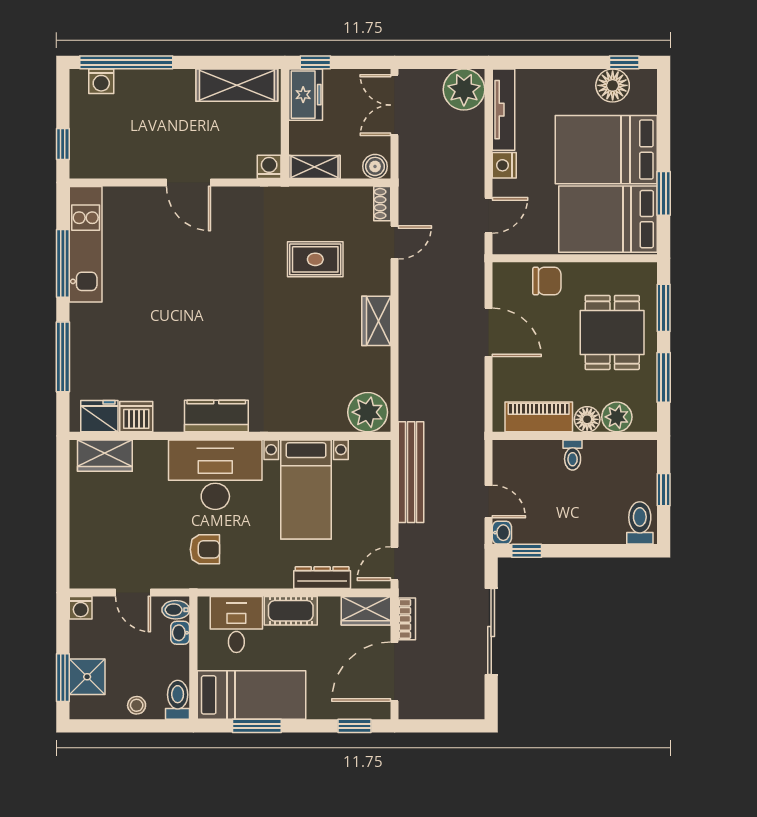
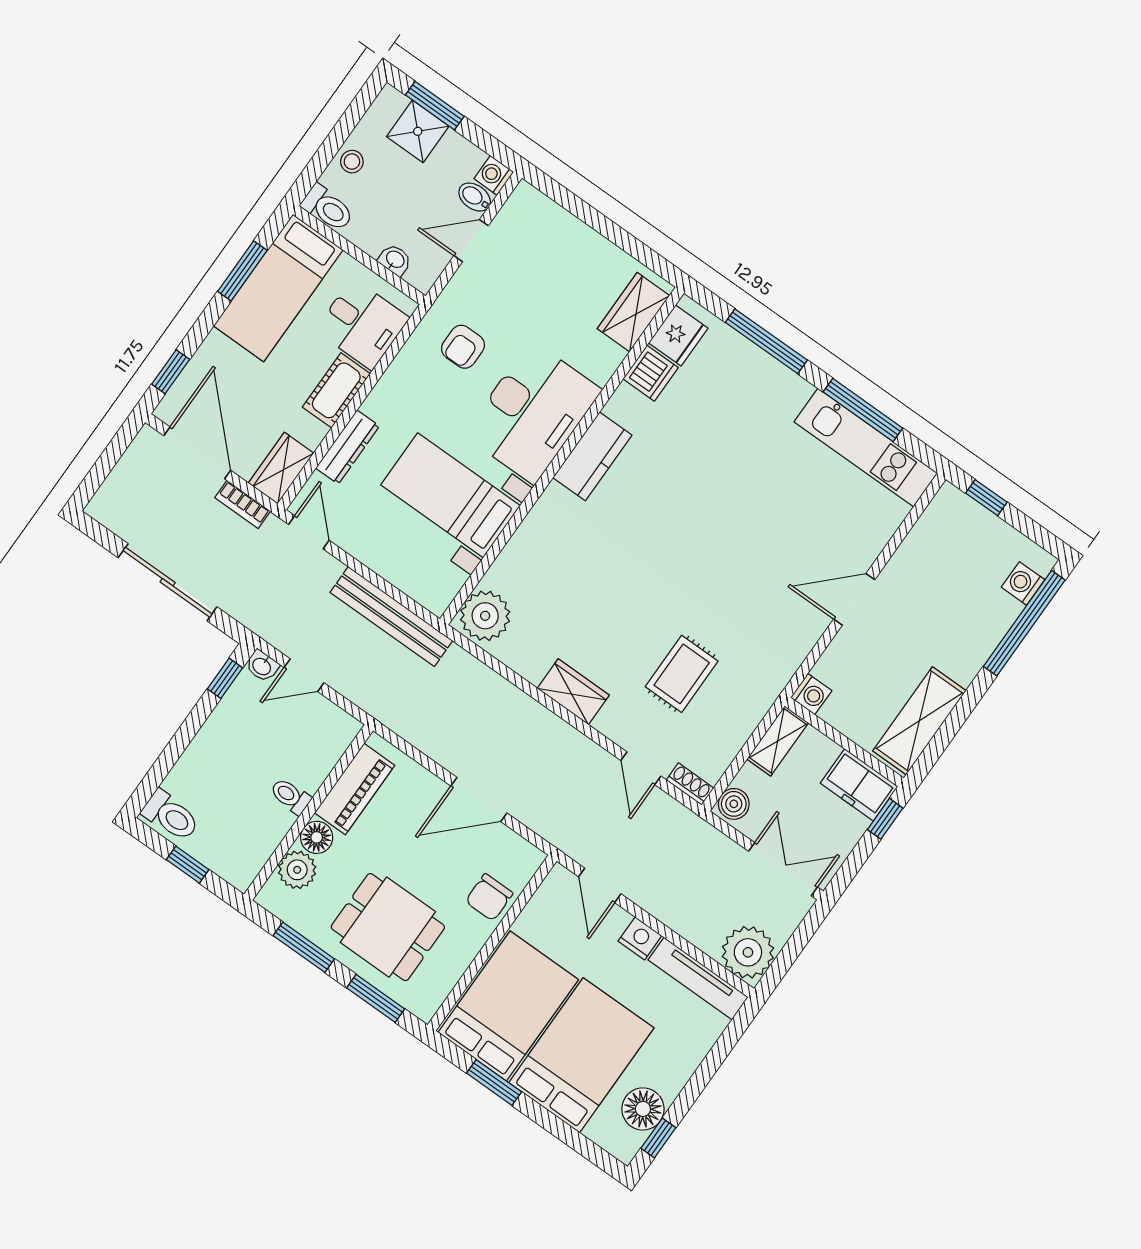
bidet: (176, 610) -> (475, 197), moved, turned -90

